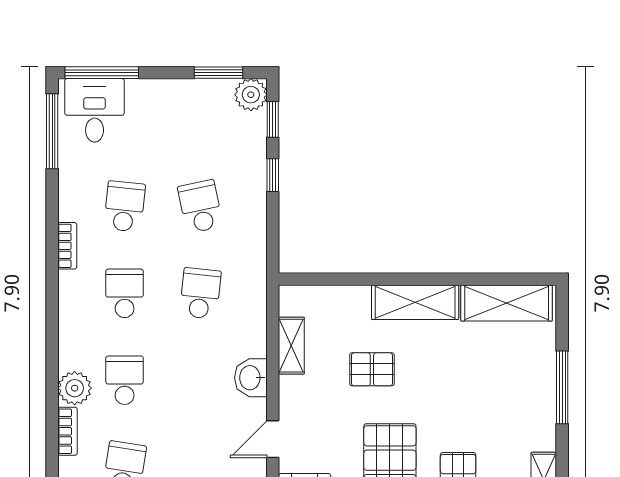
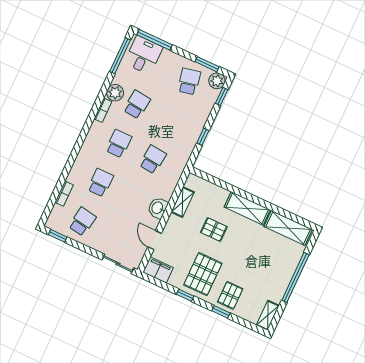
window: (273, 175) -> (203, 137), moved
school desk: (200, 206) -> (189, 81), moved
window: (562, 387) -> (295, 277), width x1.46
plant: (75, 388) -> (115, 93), moved
door: (273, 439) -> (155, 240), hinge flipped

